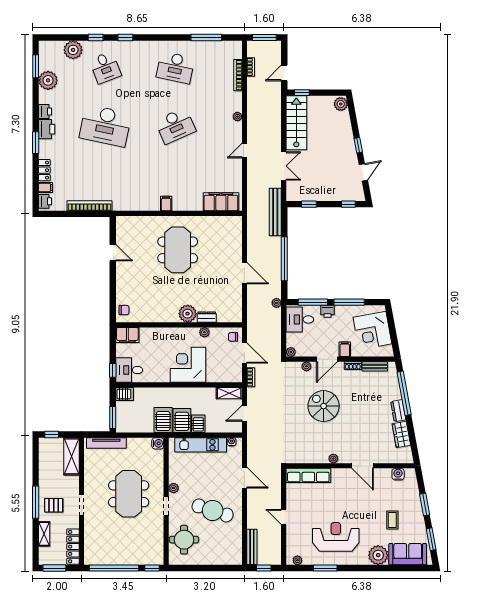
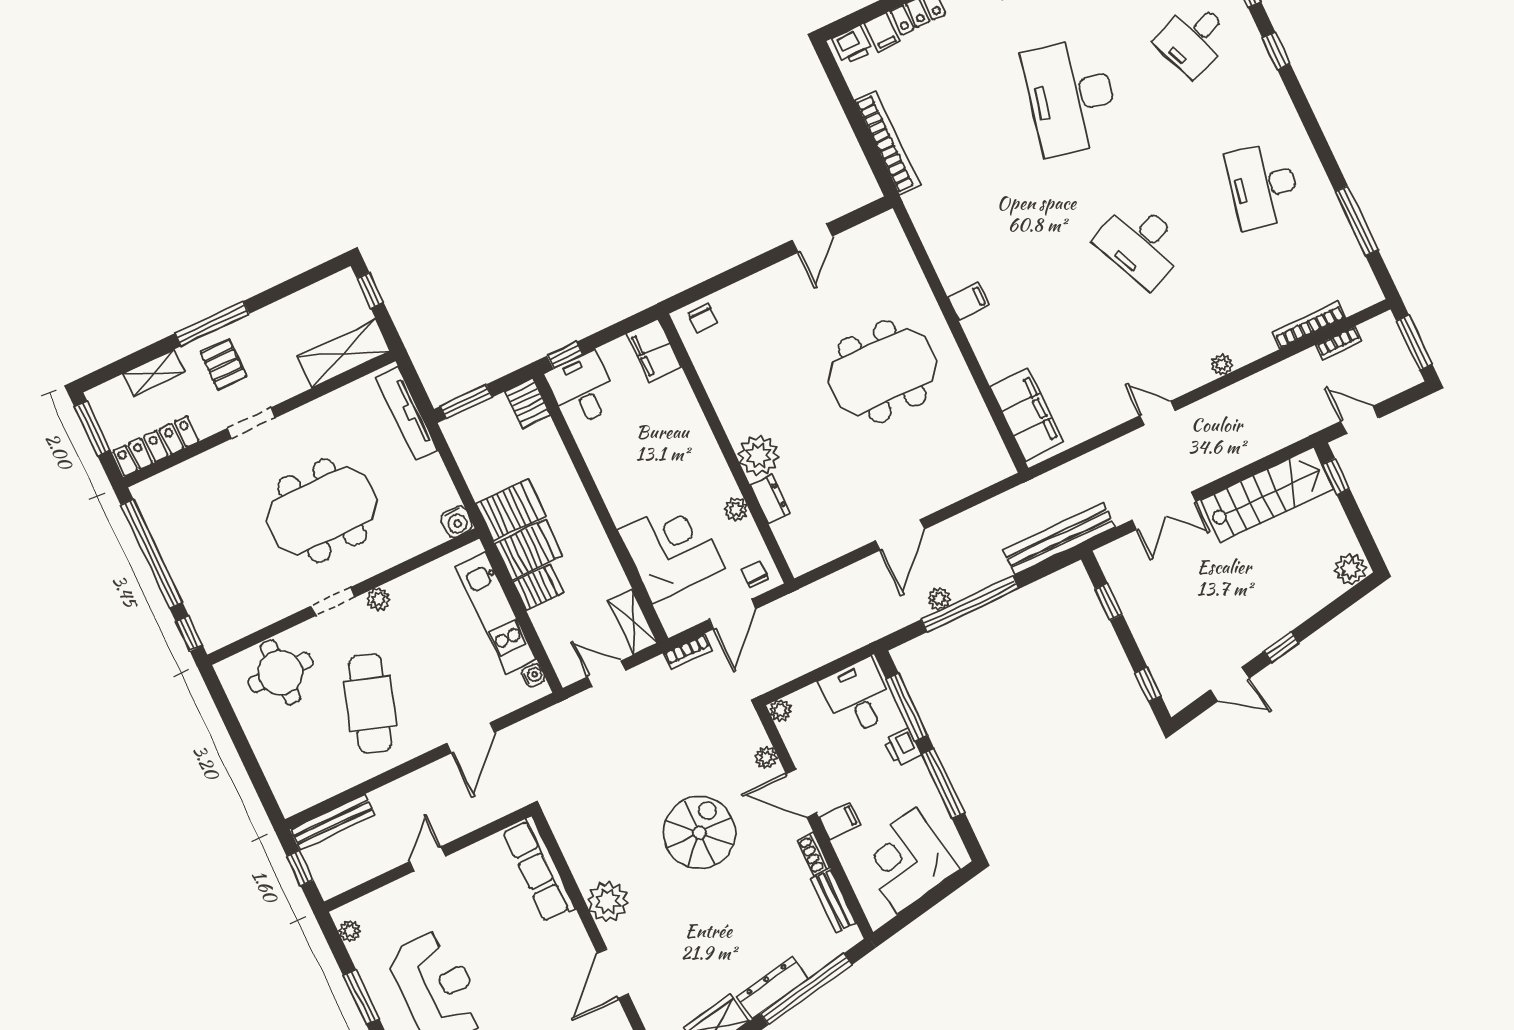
plant: (276, 303) -> (939, 599), moved
corner desk: (188, 365) -> (671, 549), moved
dresser: (398, 411) -> (772, 988), width x1.44
plant: (333, 459) -> (608, 901), width x1.88, depth x1.88

